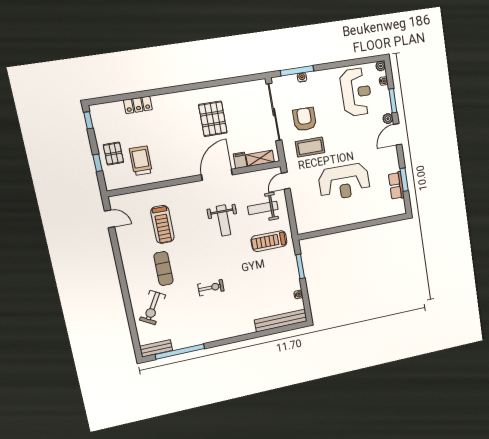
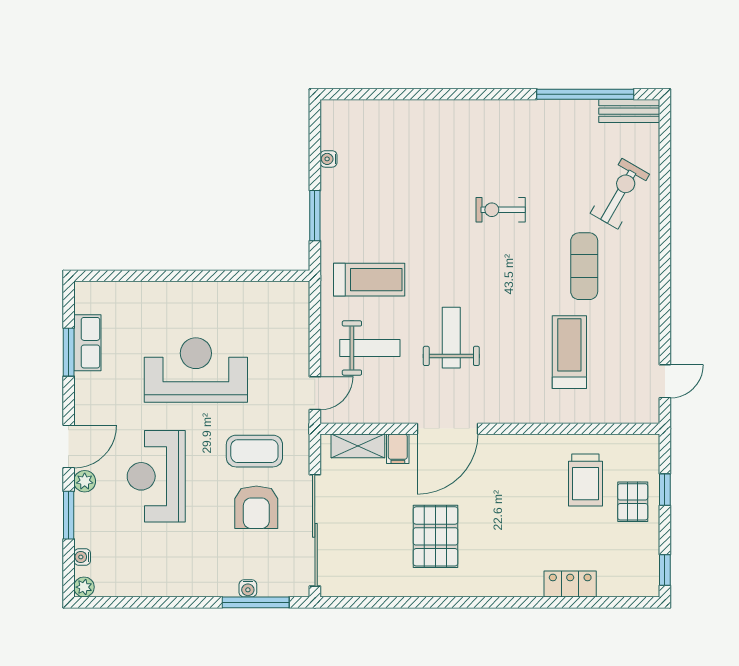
reception desk: (356, 92) -> (156, 476), moved
door: (110, 219) -> (665, 381), swing flipped
bench: (281, 320) -> (374, 113), removed

